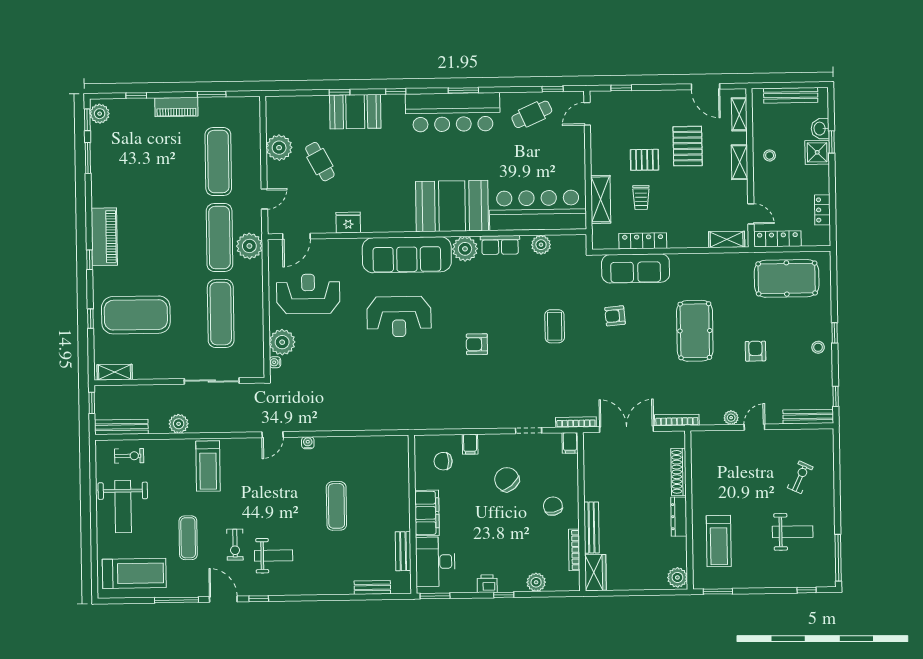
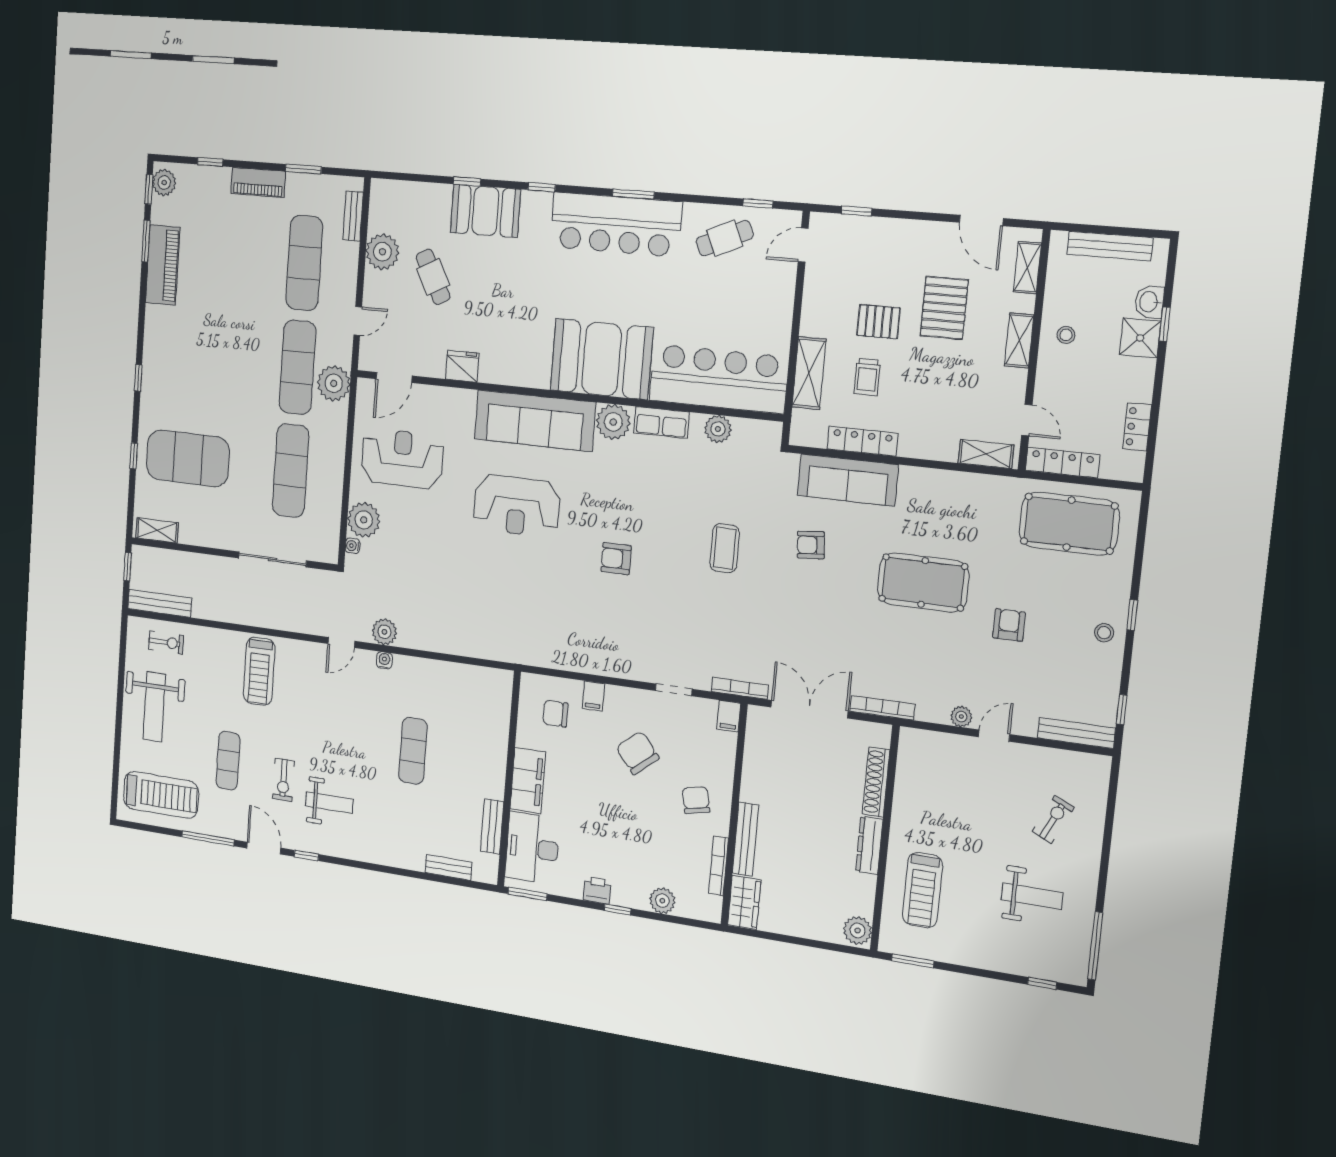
bench: (254, 124) -> (353, 216), added
piano: (104, 237) -> (163, 265), moved
pool table: (695, 331) -> (923, 582), turned 90
plant: (179, 424) -> (384, 632), moved

